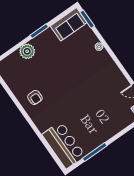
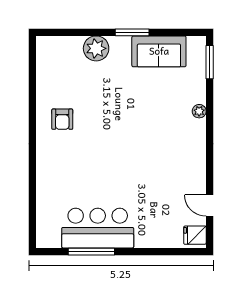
sofa: (69, 24) -> (159, 51), moved
bar counter: (64, 145) -> (98, 228), moved, turned -90

